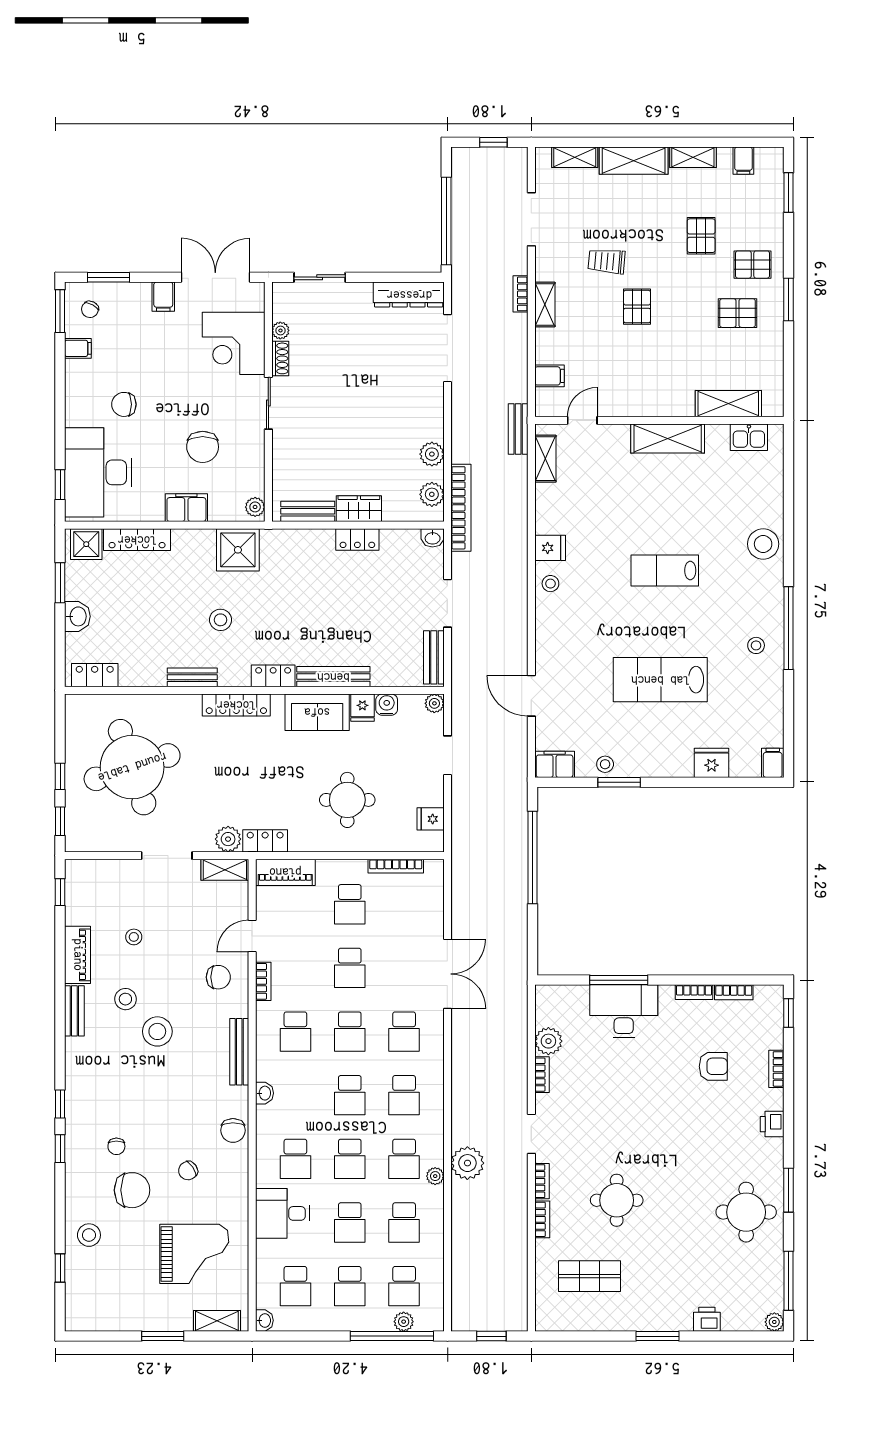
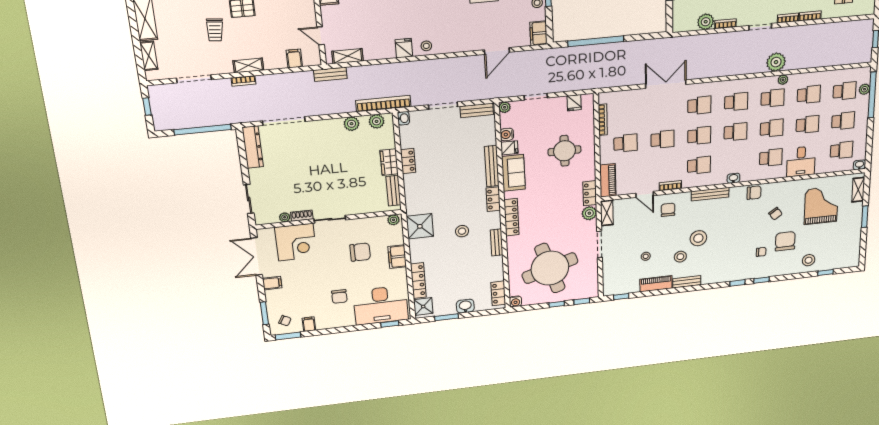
water cooler: (75, 704) -> (515, 301), added

